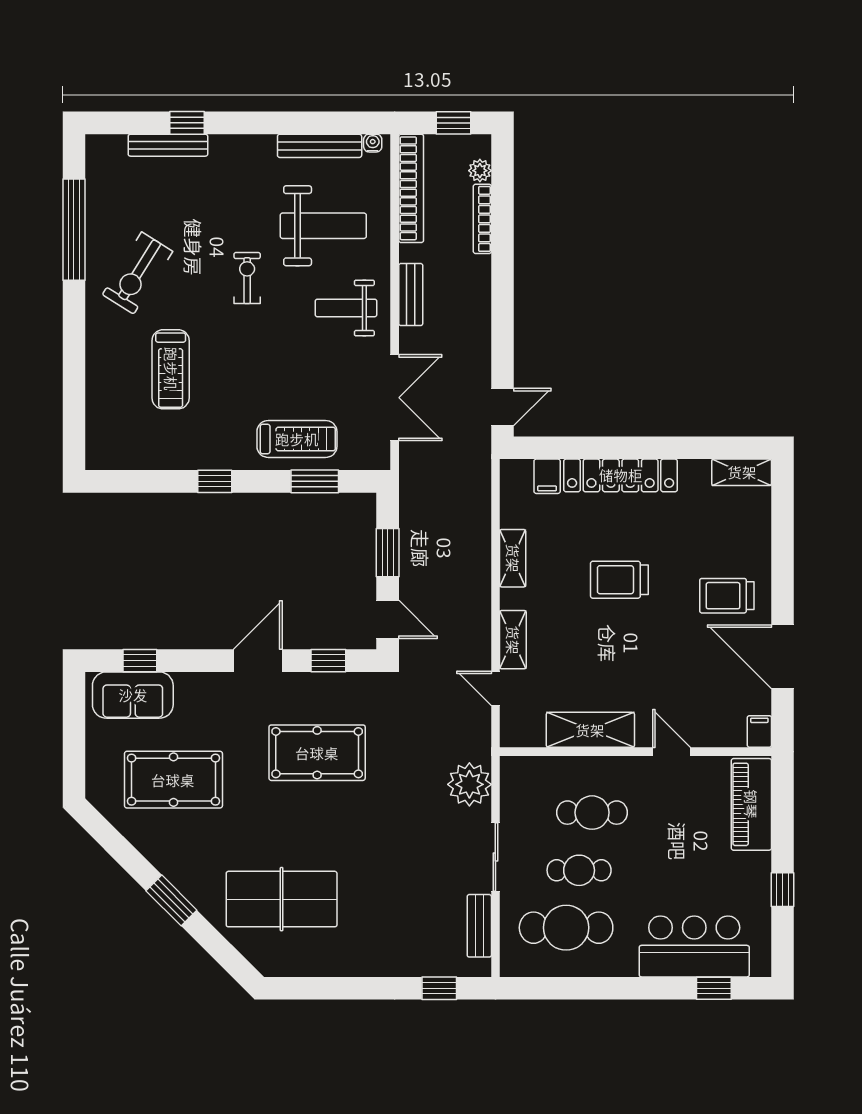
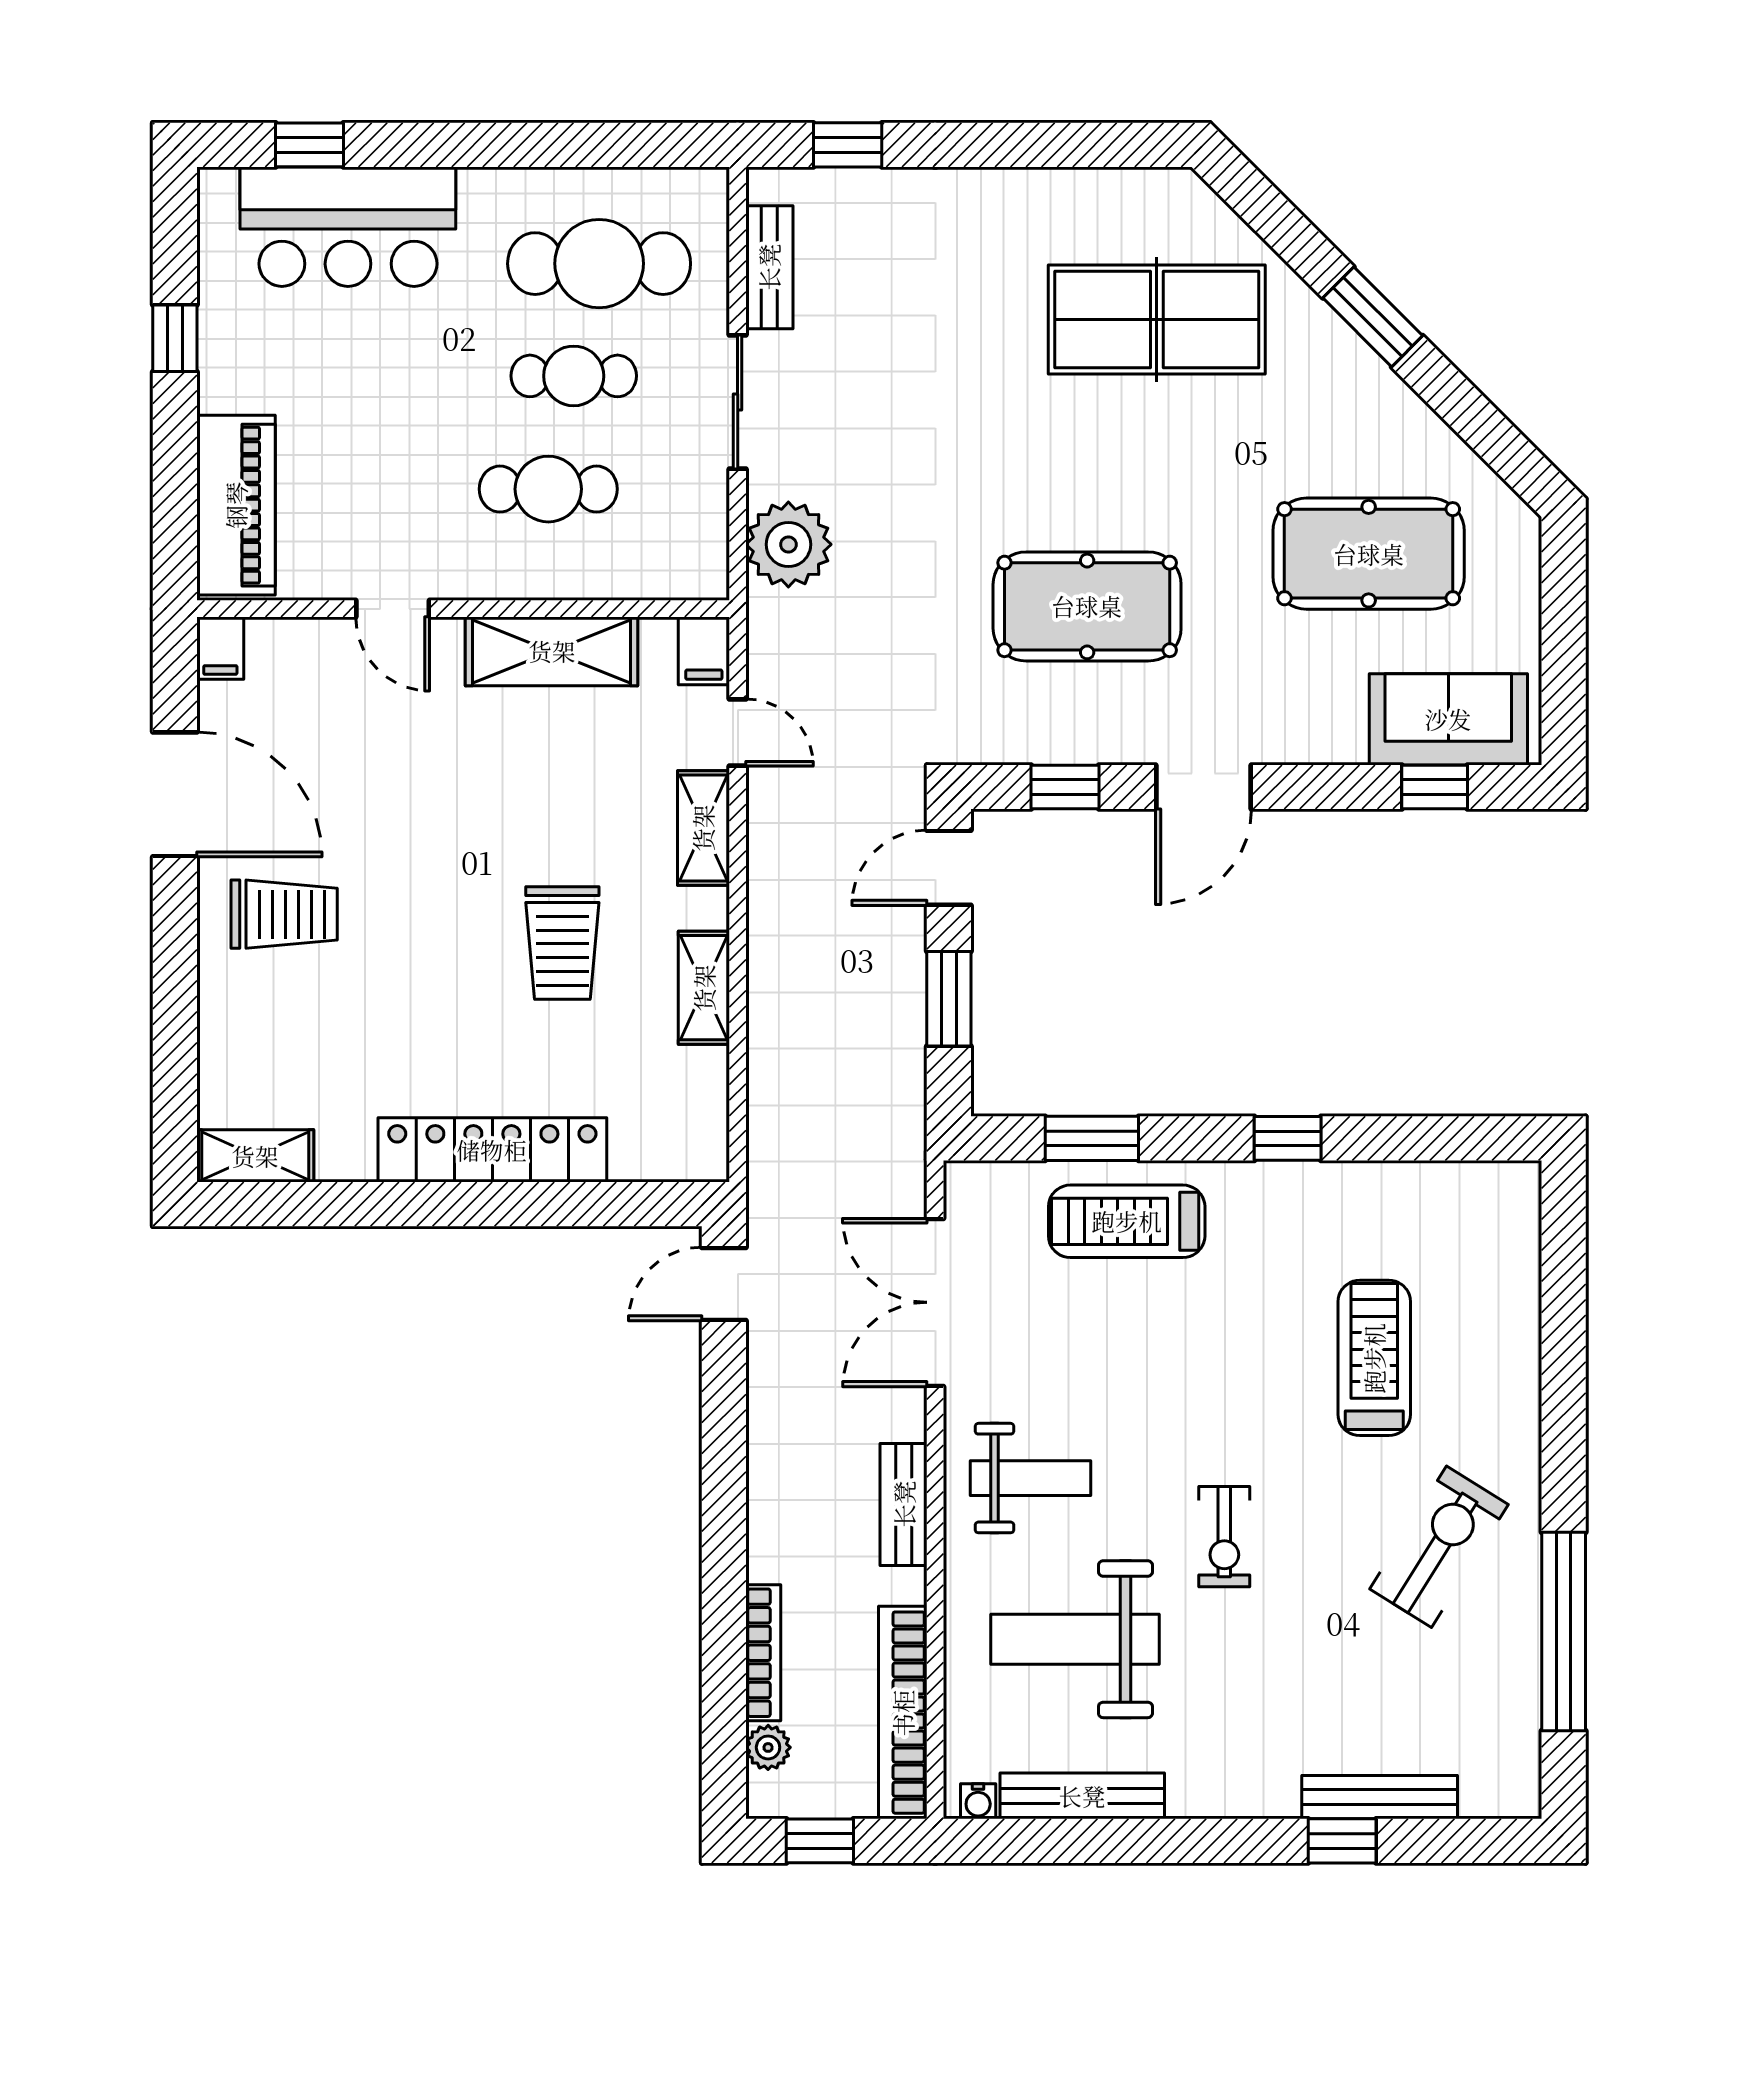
filing cabinet: (547, 476) -> (704, 651), moved, turned 180
trolley: (619, 580) -> (562, 943), moved, turned 90
door: (388, 619) -> (949, 868), hinge flipped

